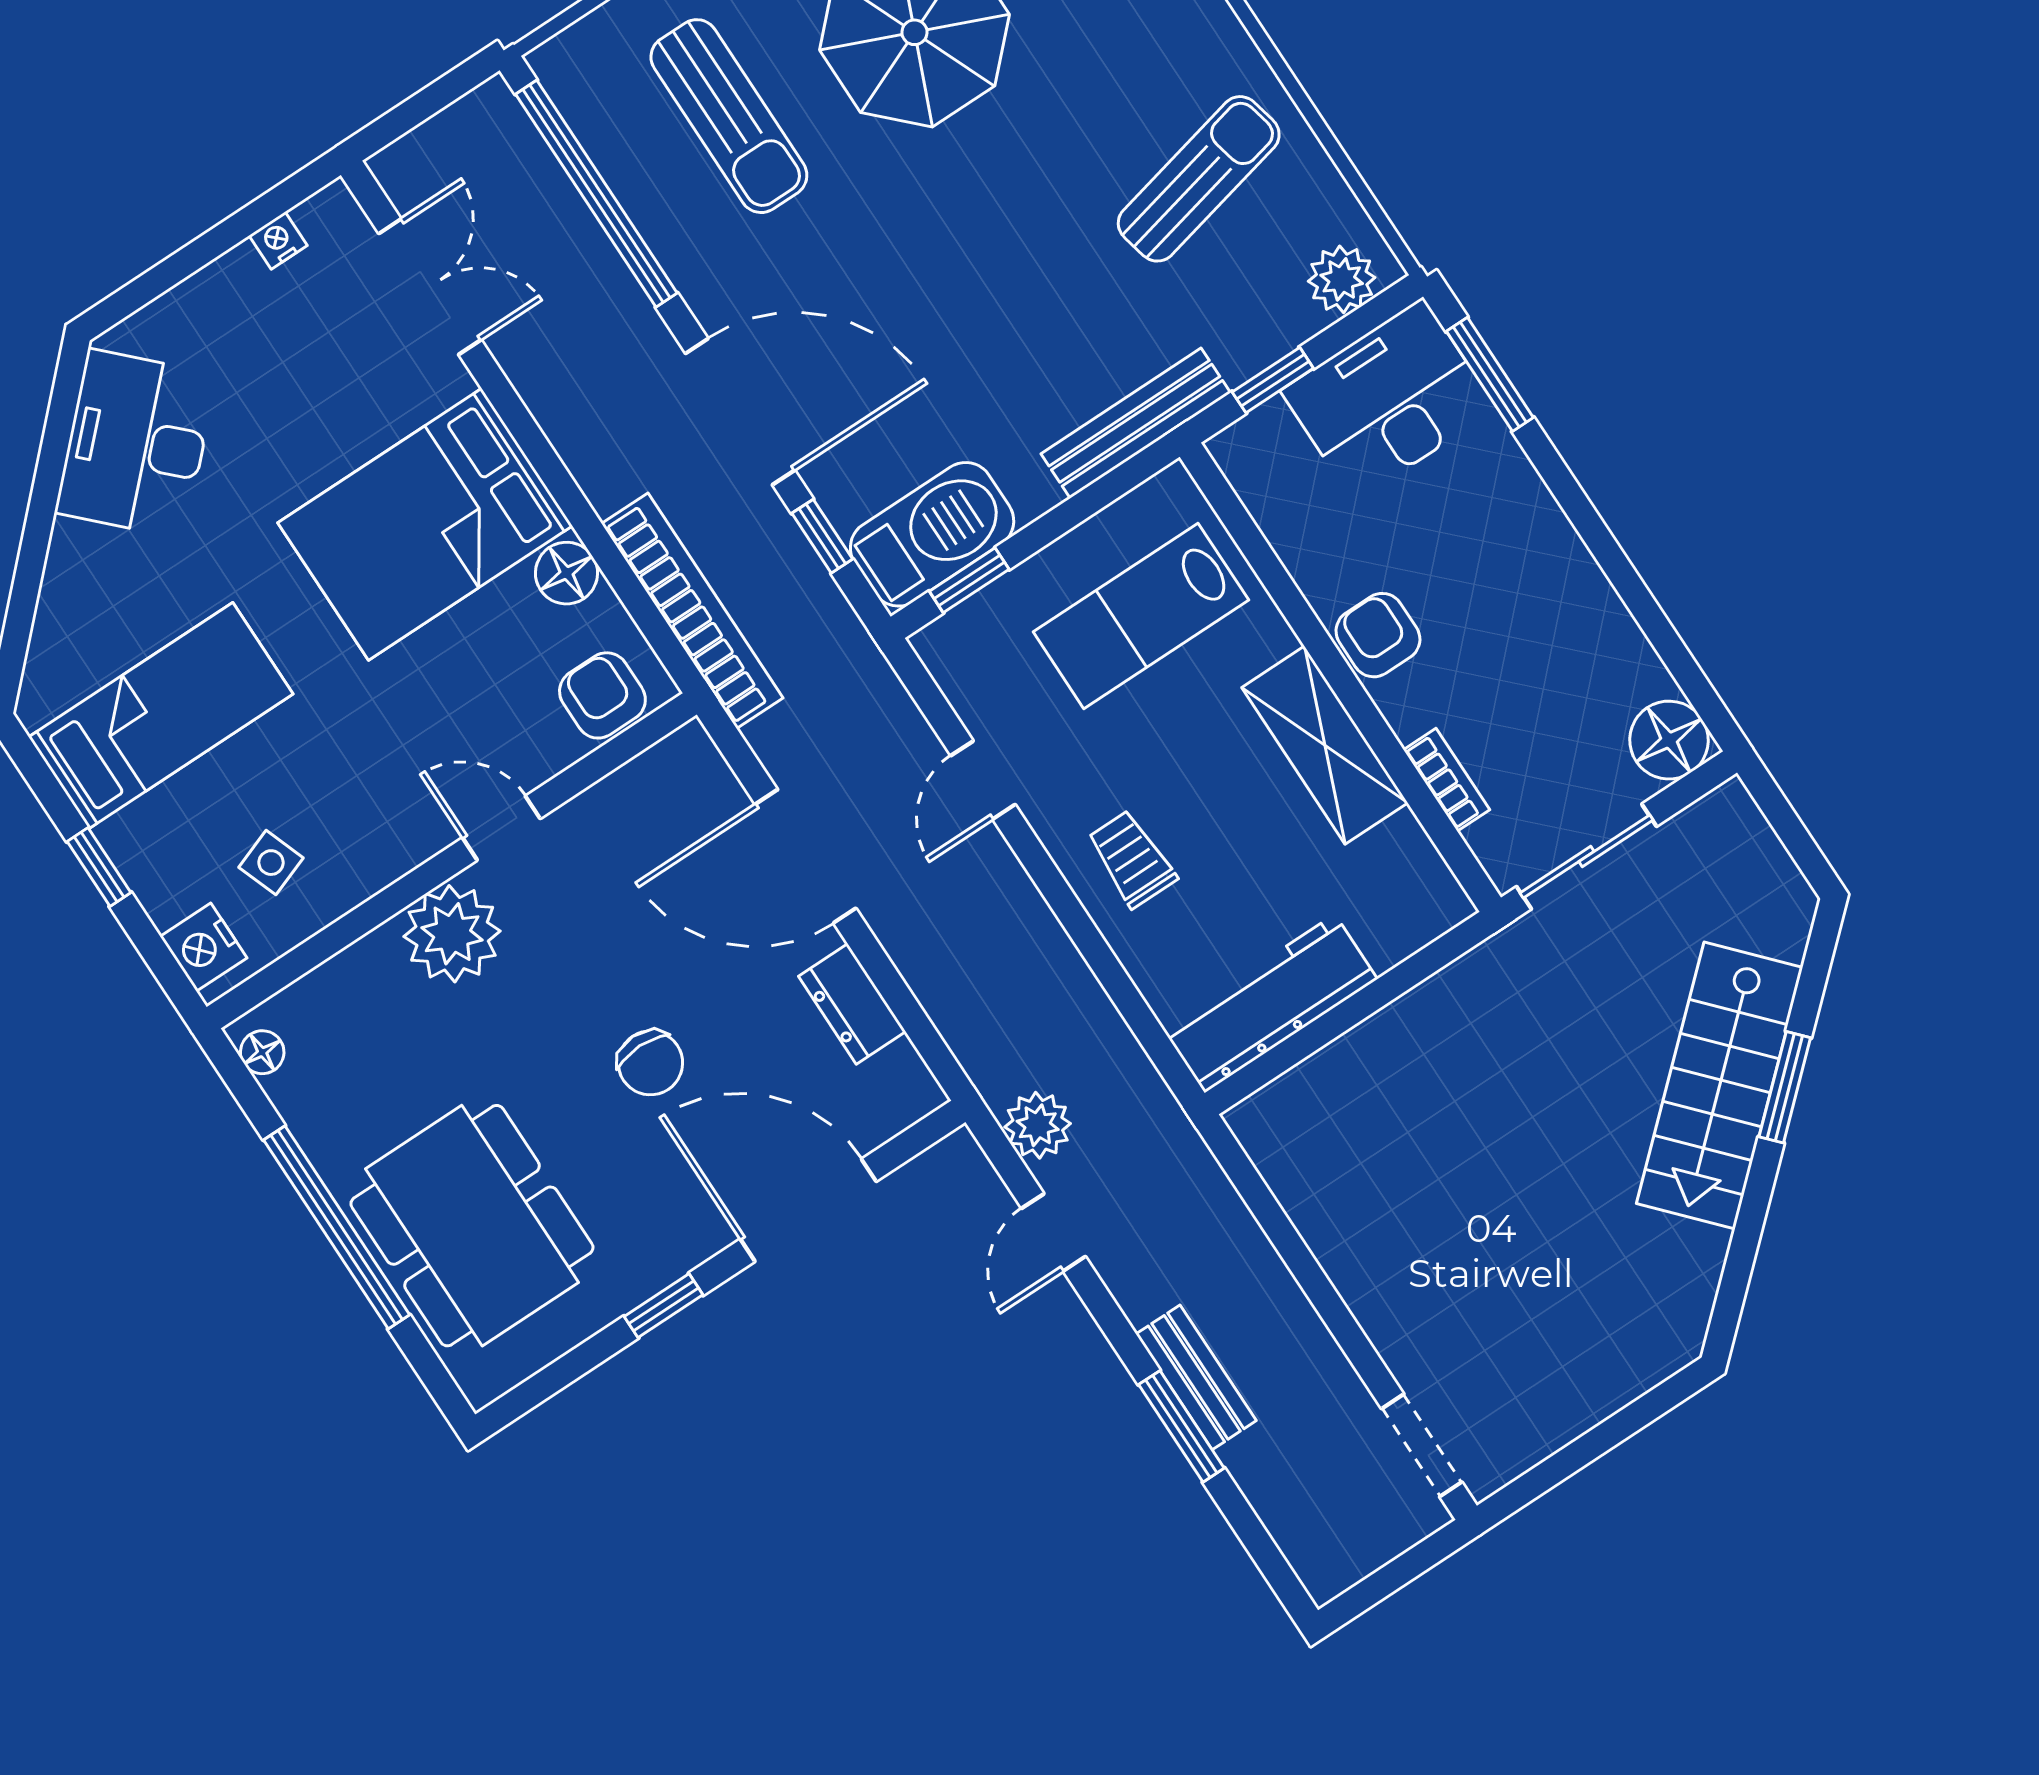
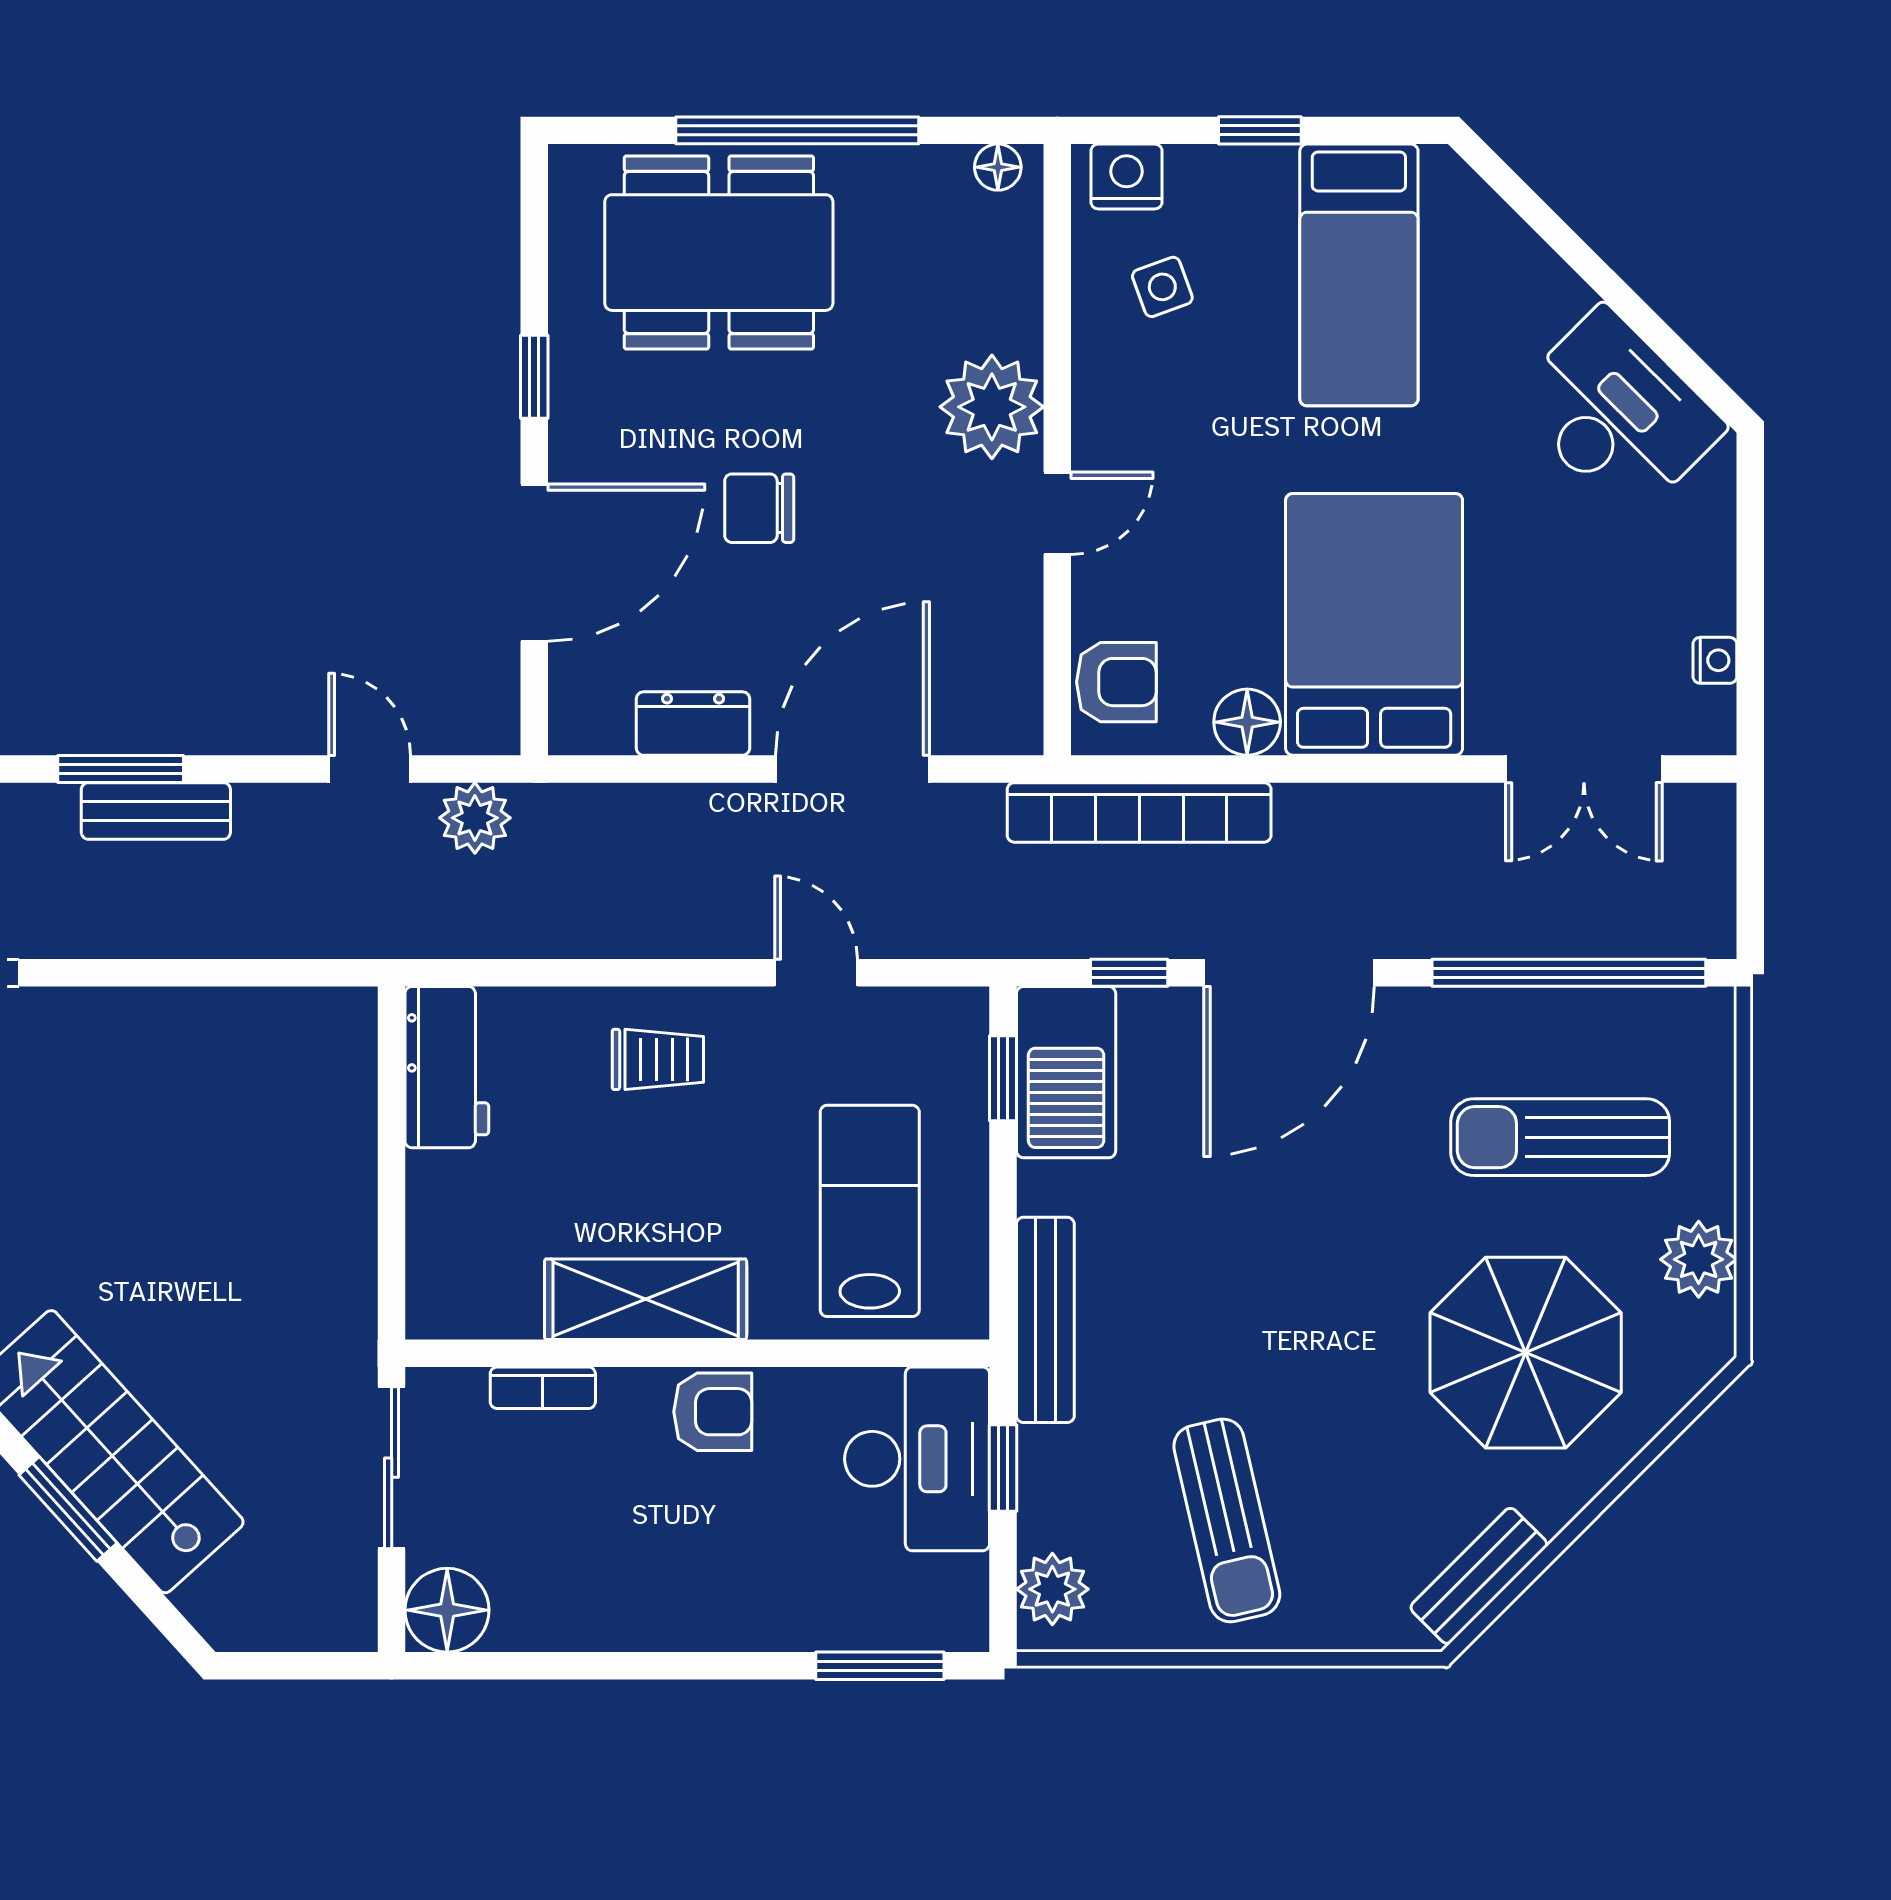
desk: (1389, 400) -> (917, 1459), moved
workbench: (1270, 1004) -> (447, 1067), width x0.73

